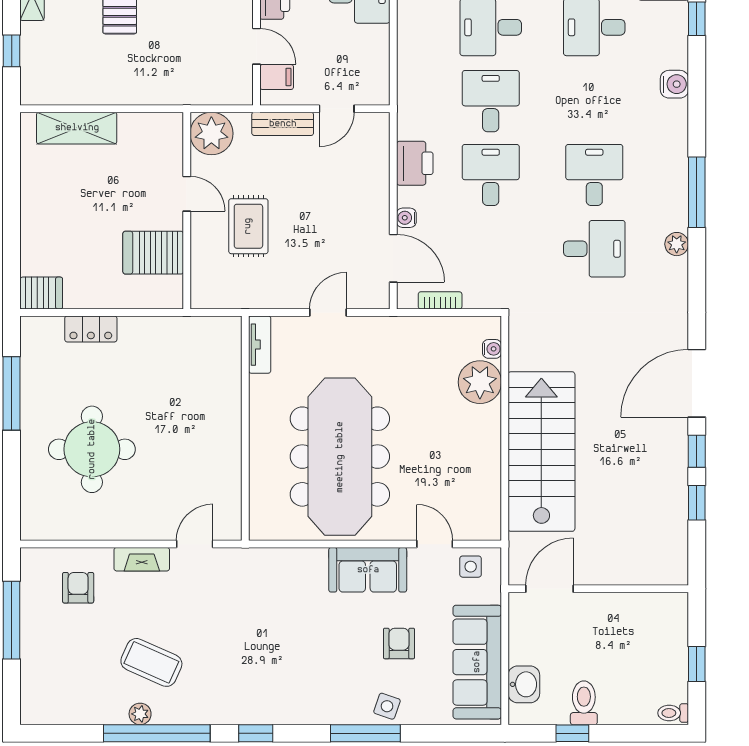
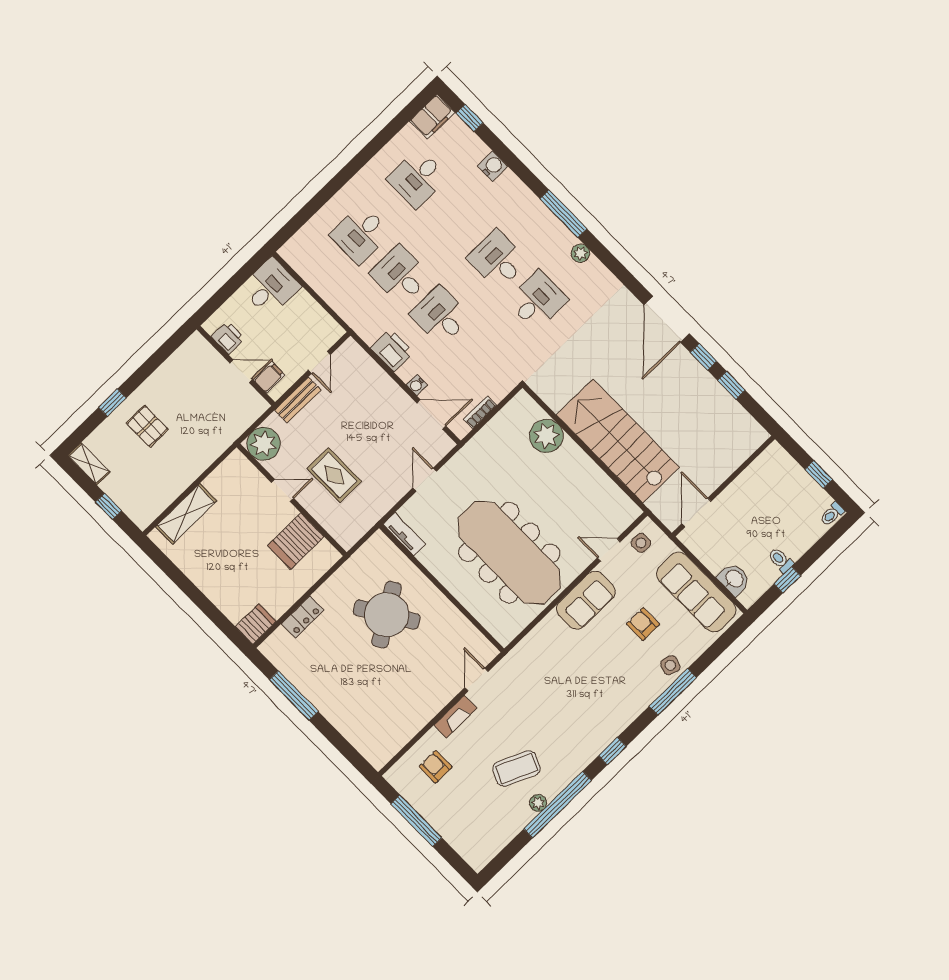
water cooler: (492, 349) -> (535, 411), removed
round table: (92, 449) -> (387, 615), moved, turned -32
toilet: (584, 703) -> (780, 560), width x0.73, depth x0.72

